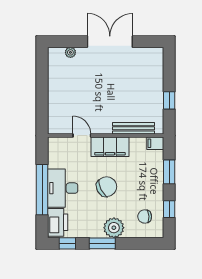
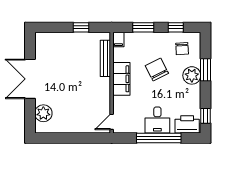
plant: (70, 52) -> (43, 113), width x1.88, depth x1.88
door: (82, 136) -> (112, 122), moved
chair: (107, 187) -> (157, 69), moved
desk: (63, 188) -> (157, 120), width x0.73
window: (102, 243) -> (205, 70), moved

